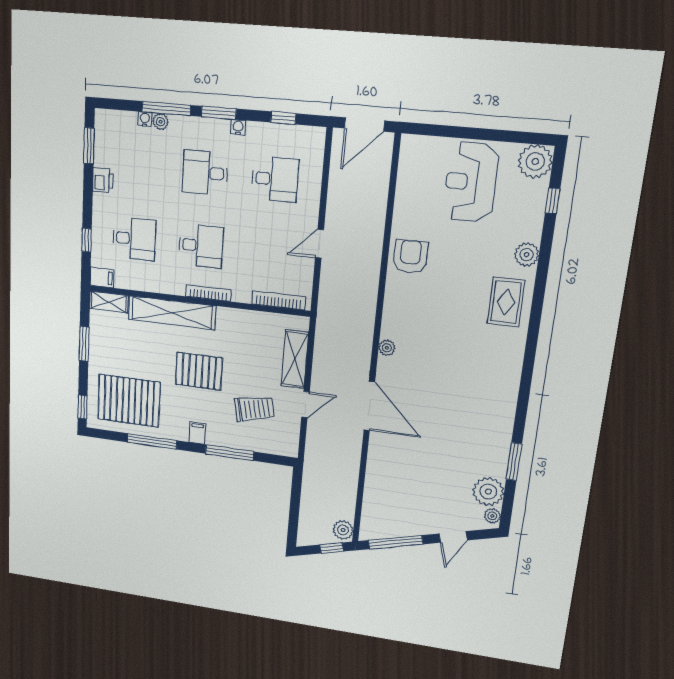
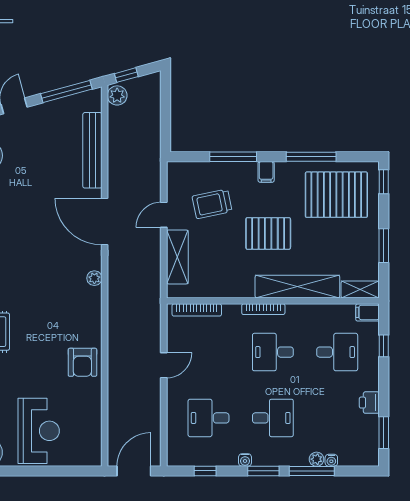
desk: (134, 239) -> (337, 352), turned 180
bench: (375, 480) -> (92, 150), added

